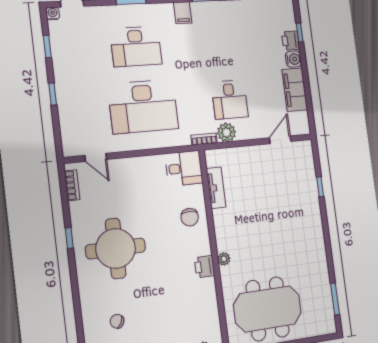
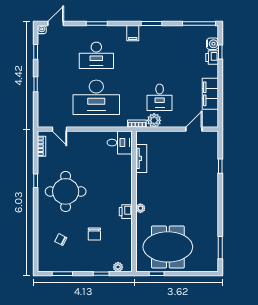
water cooler: (293, 59) -> (212, 44), moved
chair: (190, 217) -> (94, 234), moved

